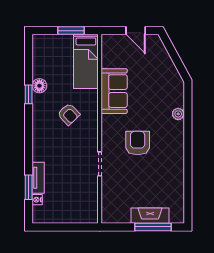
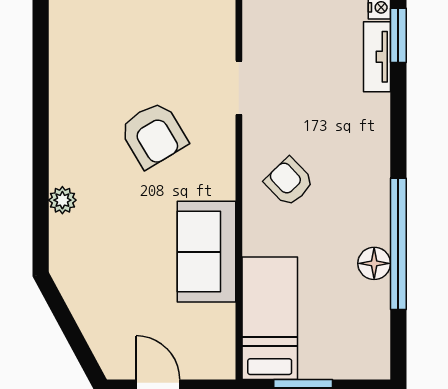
window: (29, 94) -> (398, 244), width x3.17
armchair: (69, 114) -> (289, 182), moved
armchair: (138, 143) -> (154, 135), turned -31

